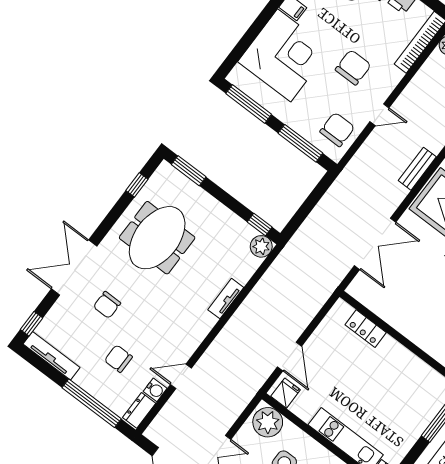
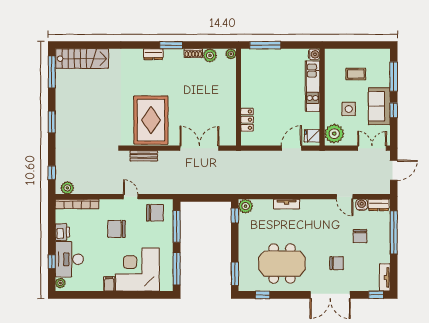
chair: (337, 129) -> (155, 213), turned 180
tv unit: (52, 356) -> (385, 277), width x0.71

